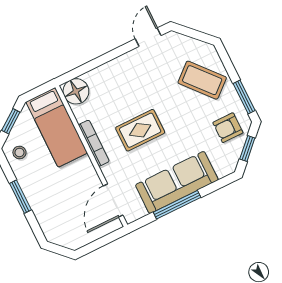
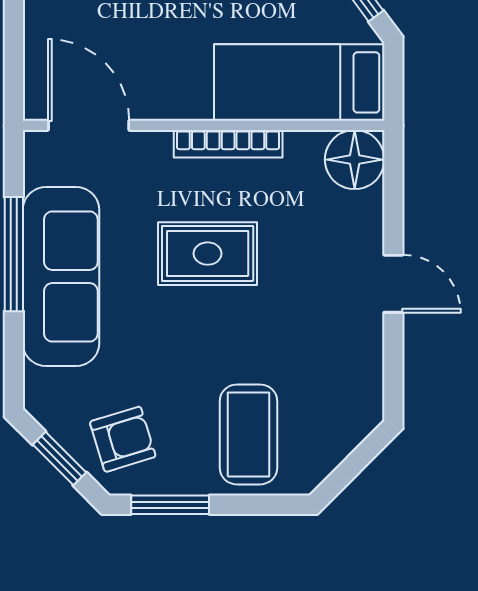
door: (148, 37) -> (393, 284), moved
coffee table: (202, 80) -> (248, 434), turned -49
armchair: (228, 128) -> (123, 439), turned 73
rug: (140, 130) -> (208, 254), turned 90

